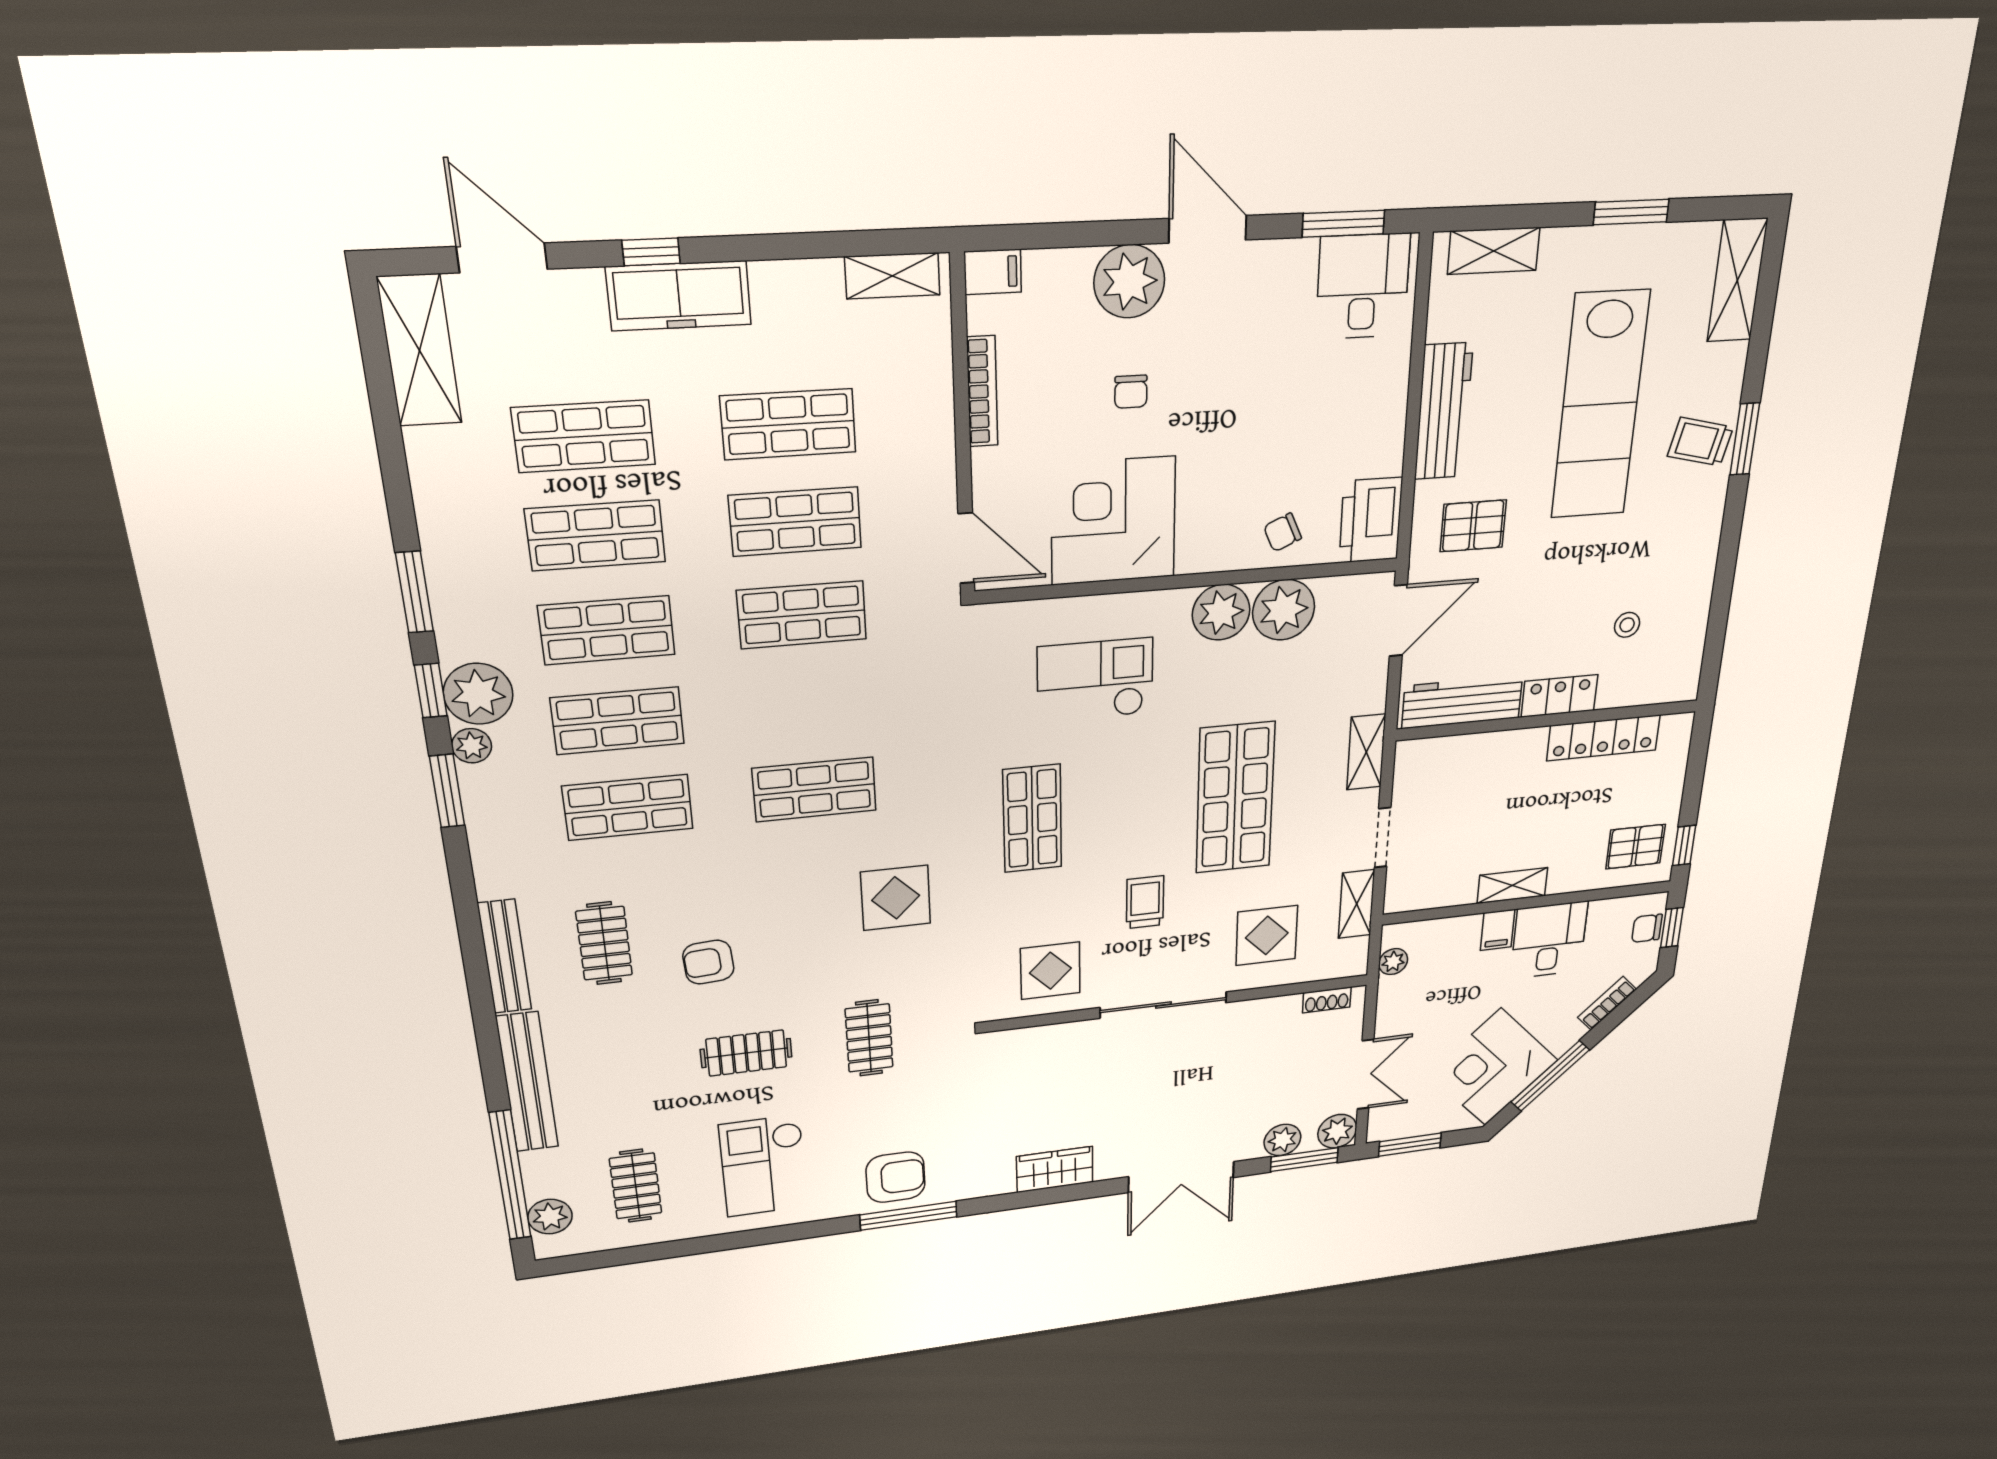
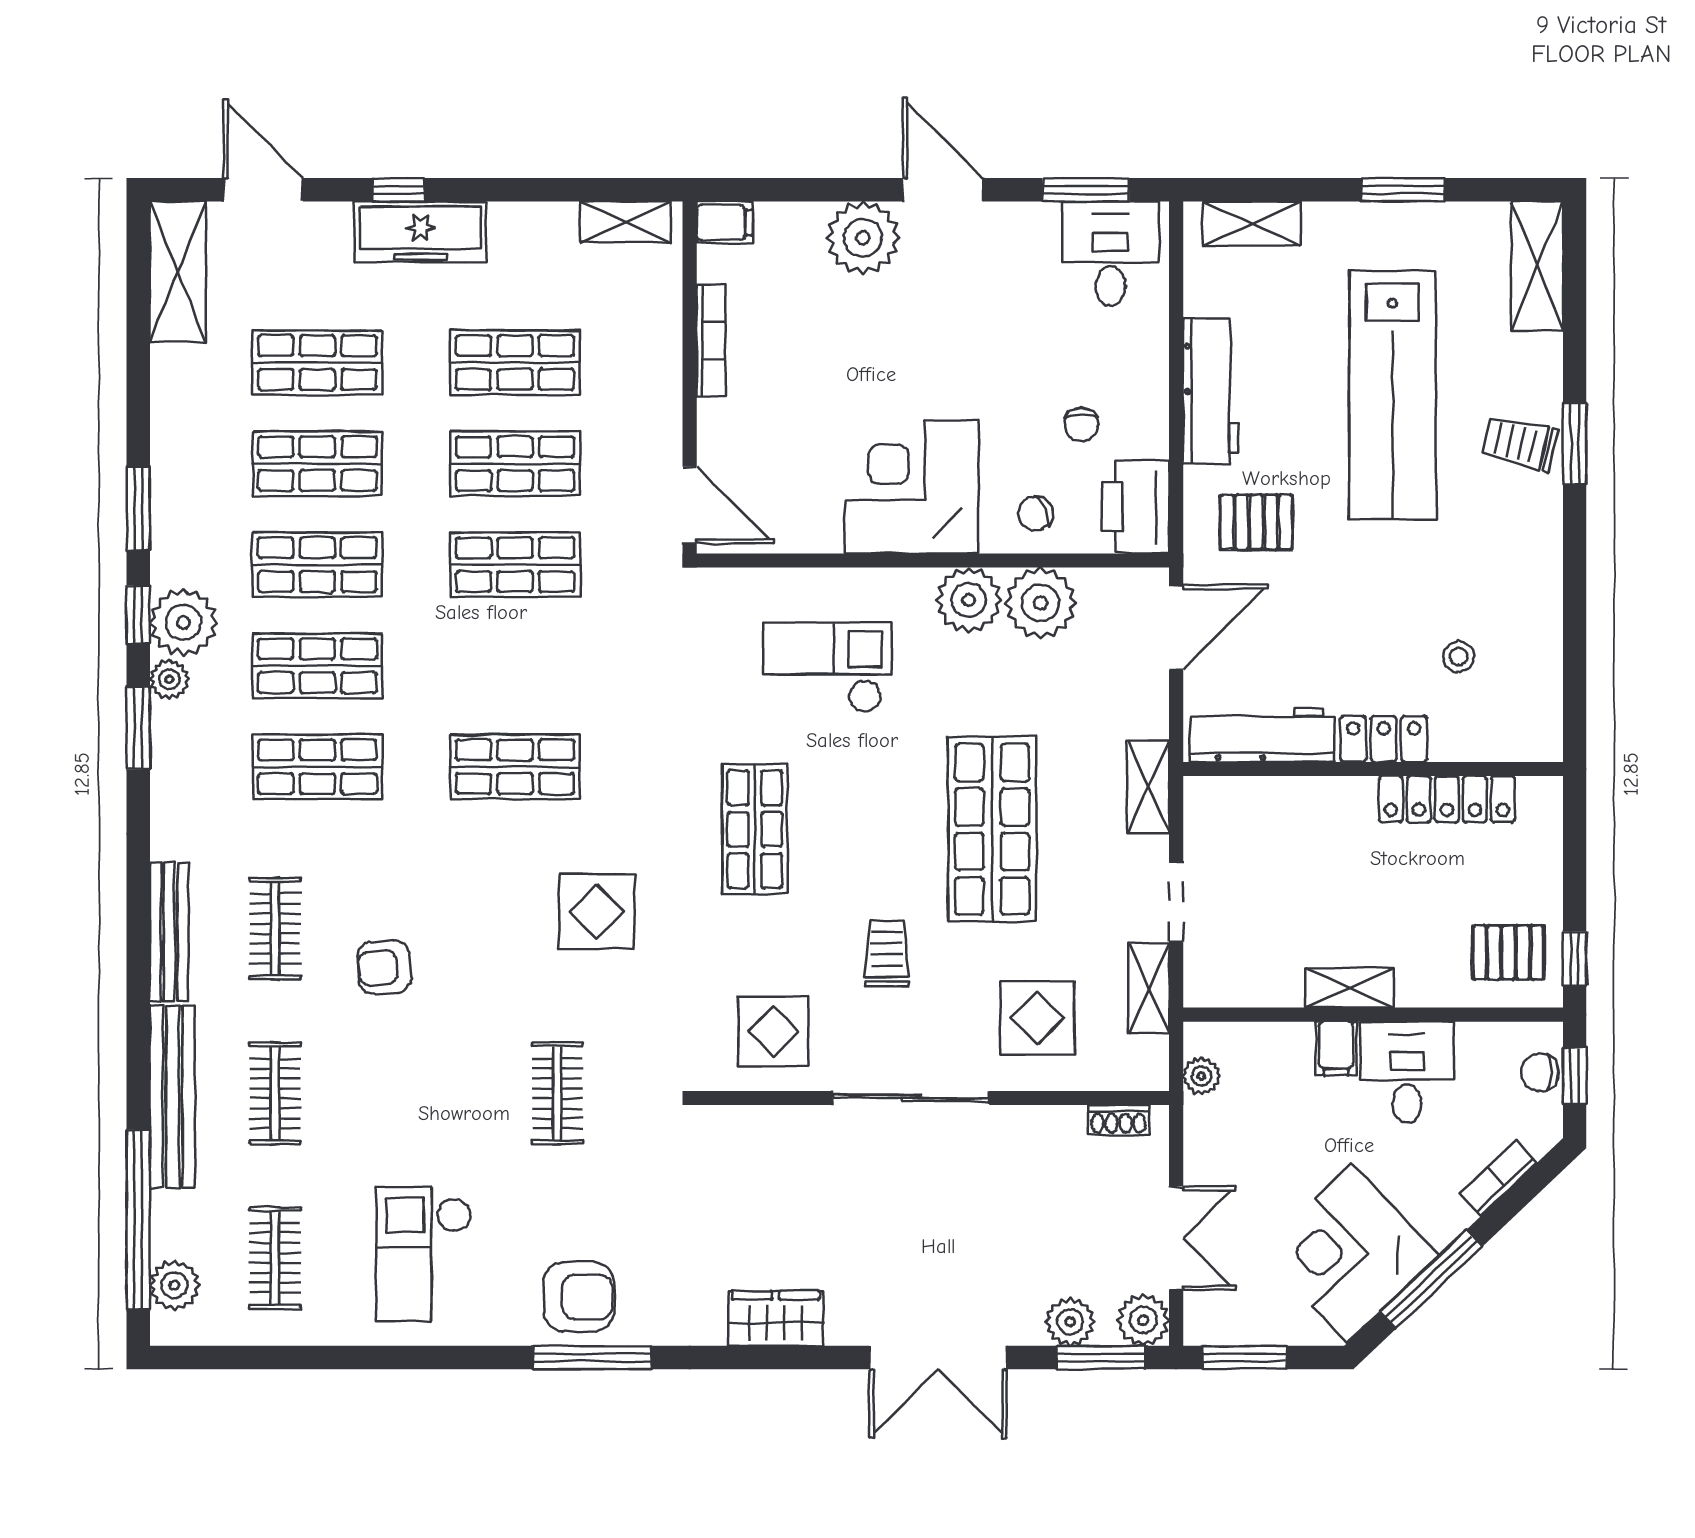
chair: (1131, 392) -> (1081, 425), moved
corner desk: (1113, 521) -> (911, 487), moved
clothes rail: (746, 1053) -> (275, 1093), moved, turned 90

